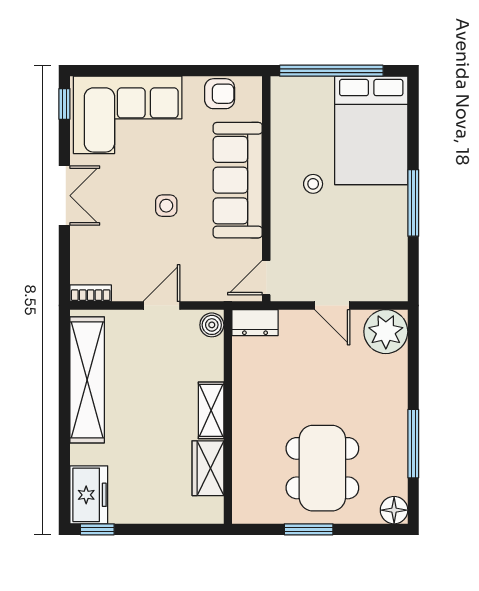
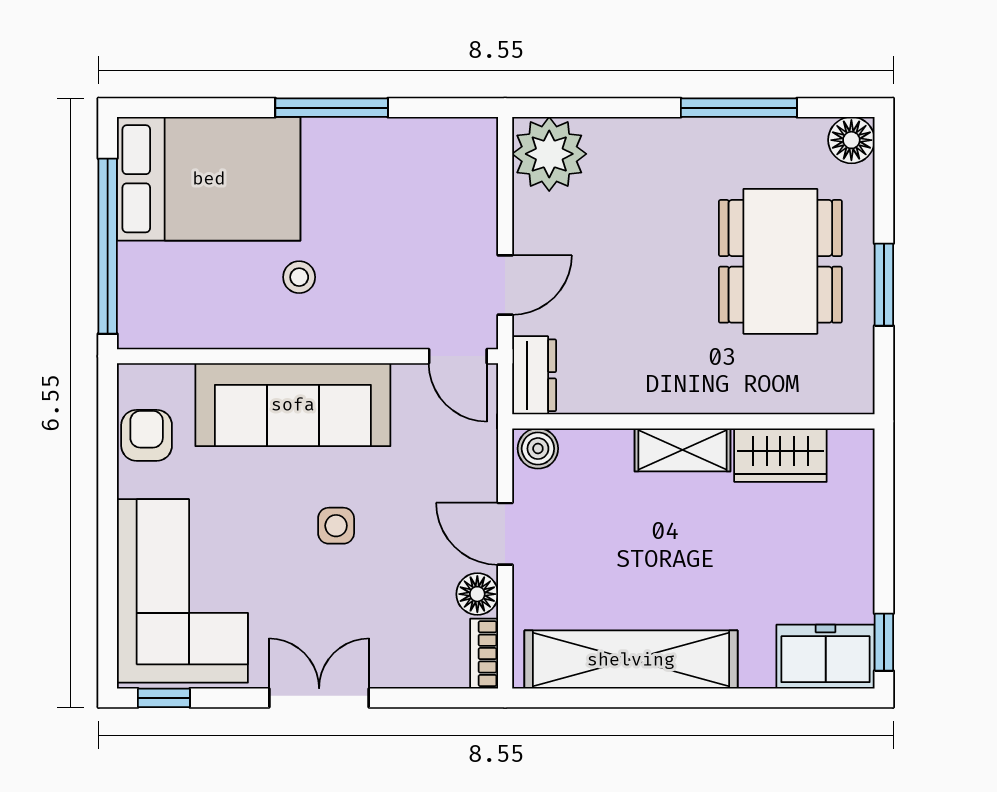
floor lamp: (126, 289) -> (477, 594), added
door: (332, 306) -> (505, 285), moved
dining table: (322, 468) -> (780, 261), turned 90

